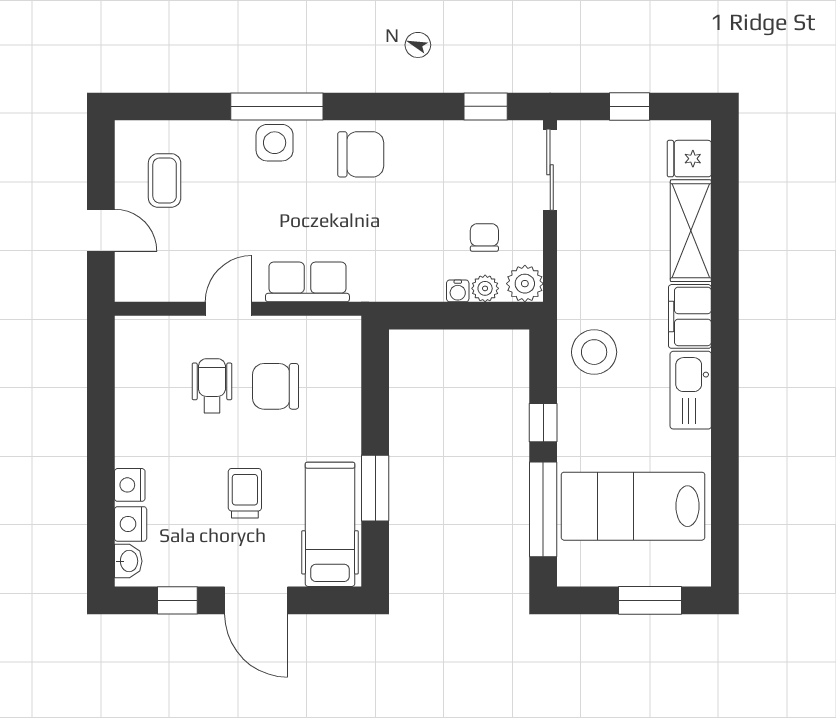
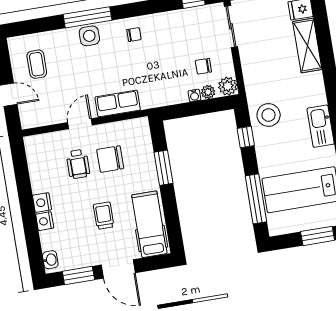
chair: (361, 154) -> (134, 35), width x0.54, depth x0.54
chair: (484, 237) -> (203, 66), turned -90
filing cabinet: (690, 316) -> (314, 89), removed
wheelchair: (212, 386) -> (78, 164), turned 180
window: (543, 423) -> (246, 137), moved
window: (375, 488) -> (163, 168), moved
nightstand: (131, 524) -> (42, 203), moved
window: (177, 600) -> (78, 276), width x1.50

